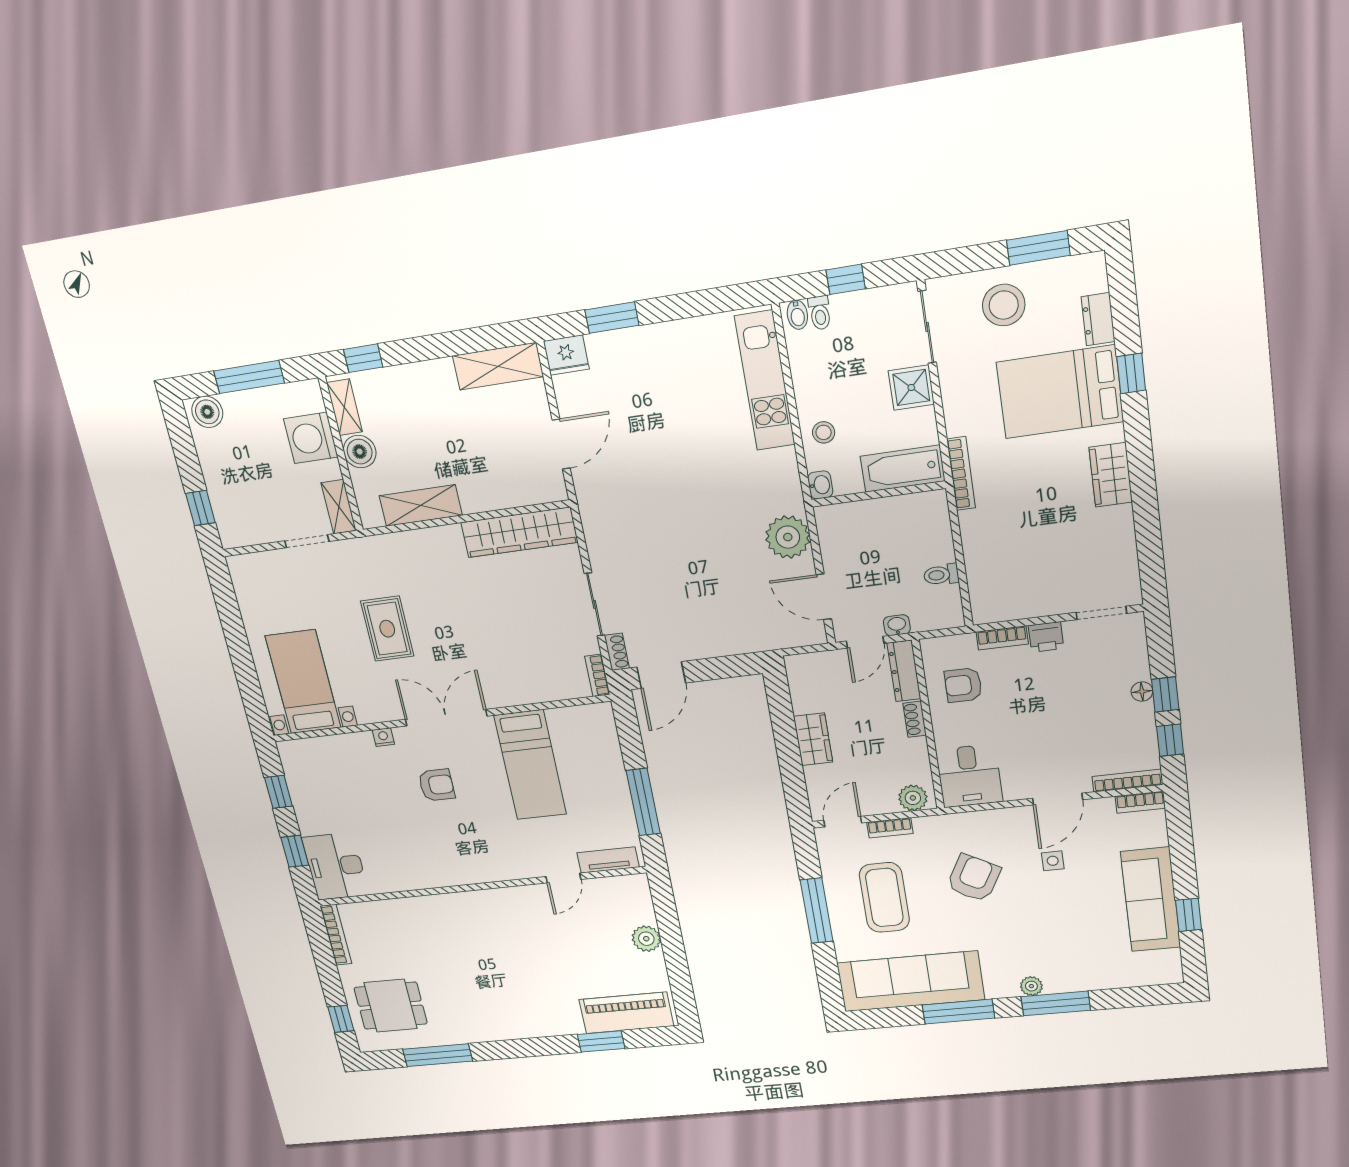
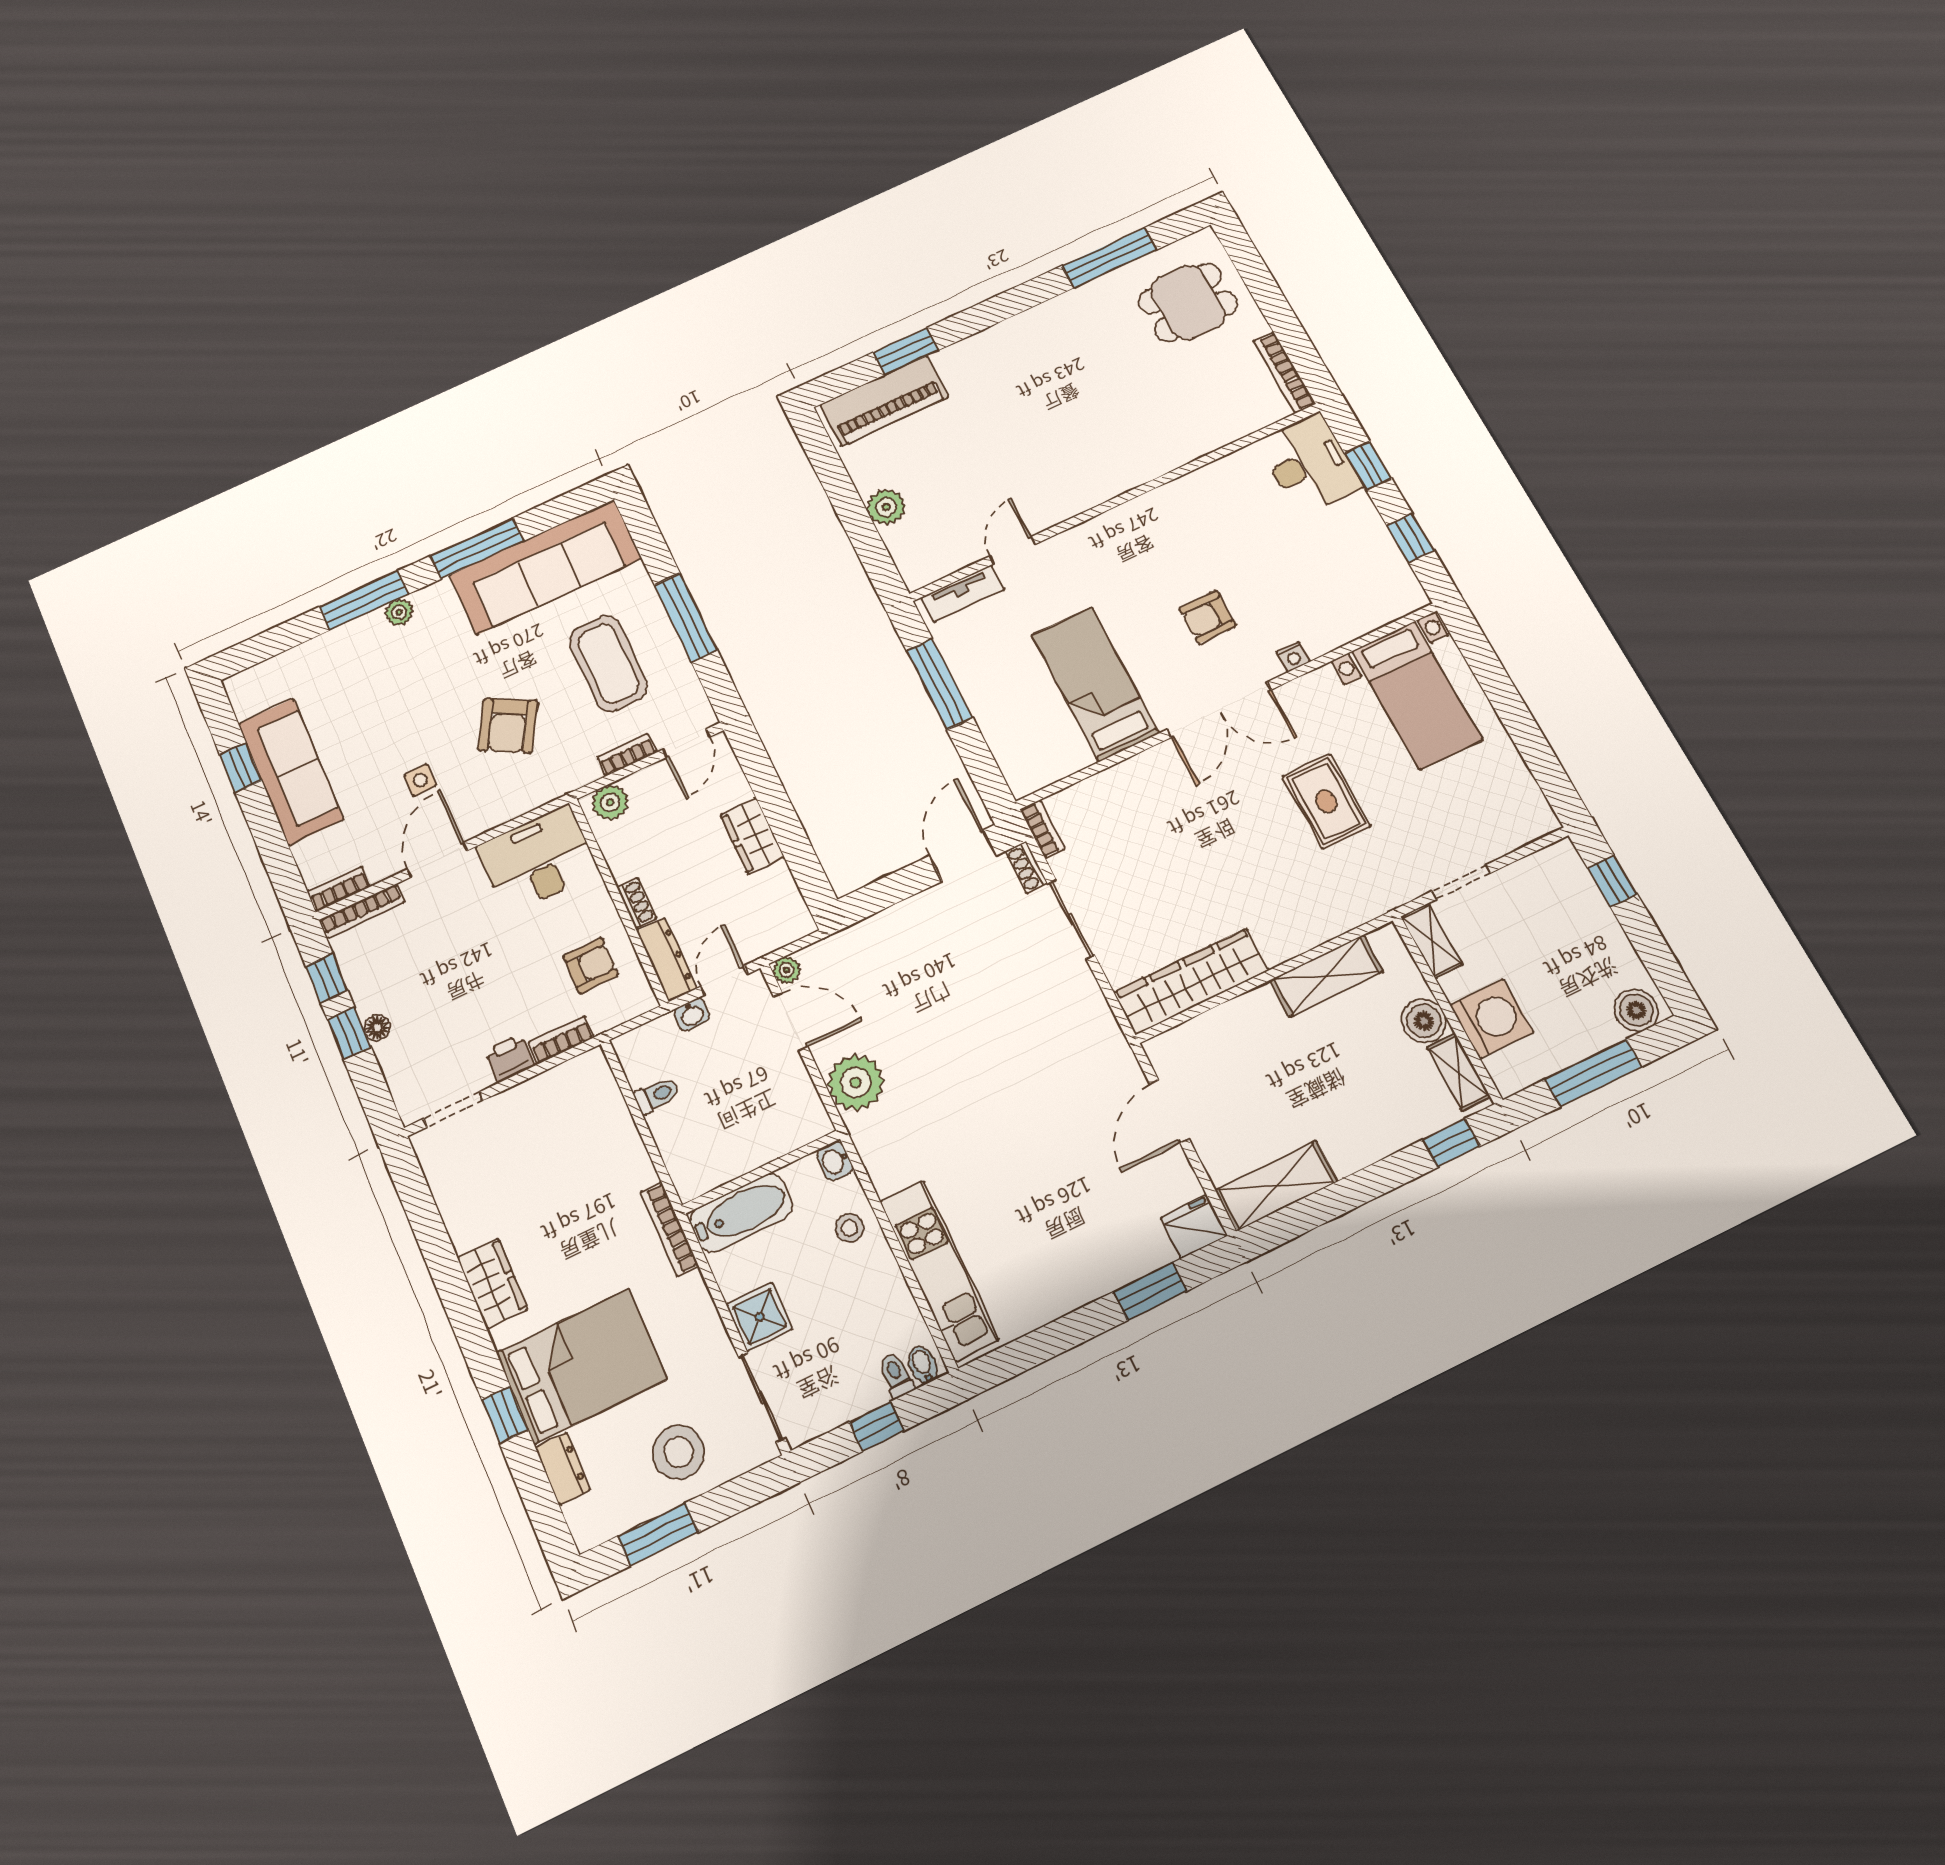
plant: (816, 635) -> (787, 970), added
desk: (969, 776) -> (538, 860), width x1.37
window: (341, 1019) -> (1248, 261), removed

